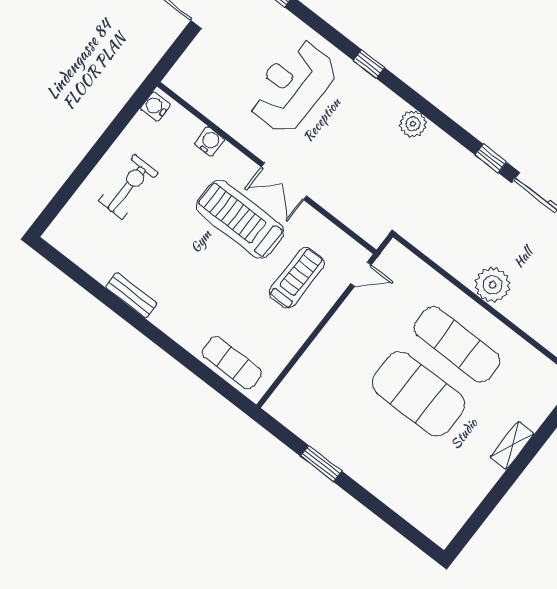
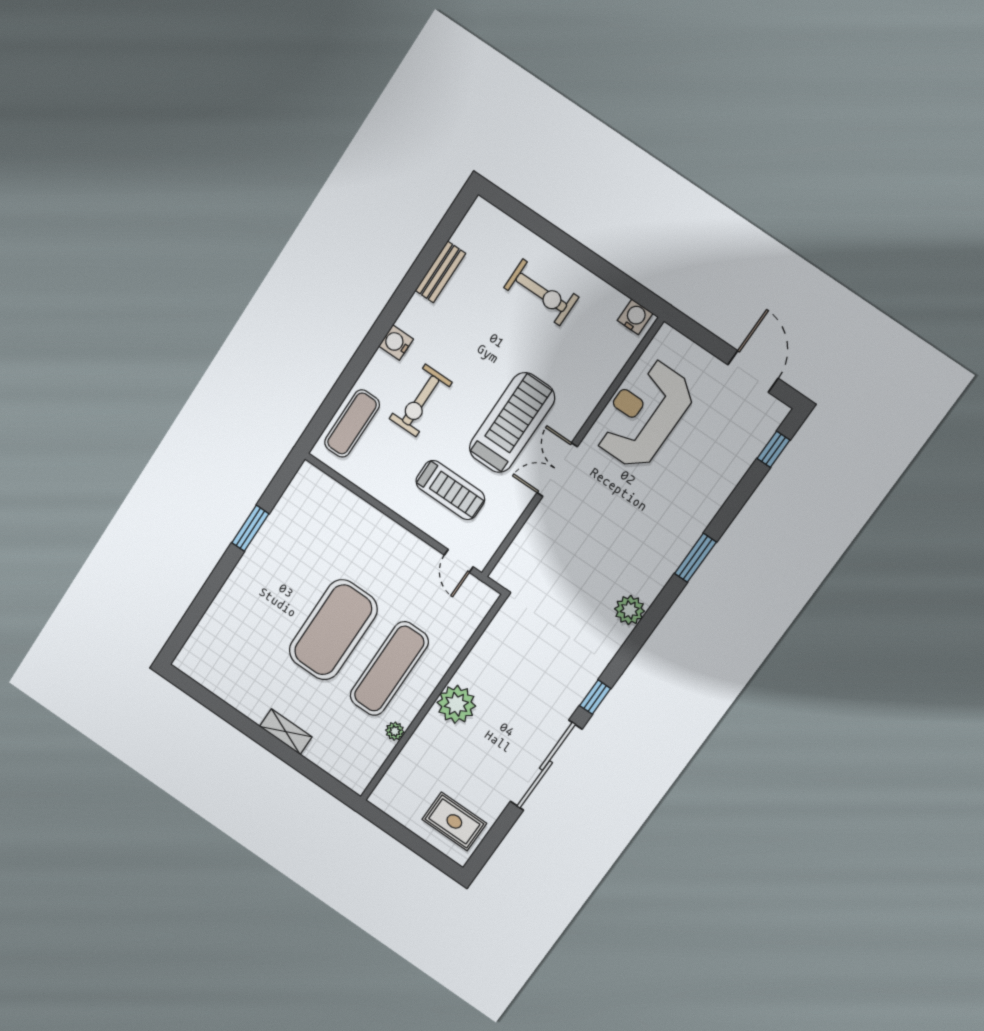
window: (369, 64) -> (695, 558), width x1.50
reception desk: (292, 86) -> (644, 414), moved, turned -90
water cooler: (210, 142) -> (396, 343), moved, turned 180
bench: (131, 295) -> (440, 272), moved
exercise bike: (215, 299) -> (421, 401), added
plant: (515, 343) -> (395, 731), added

